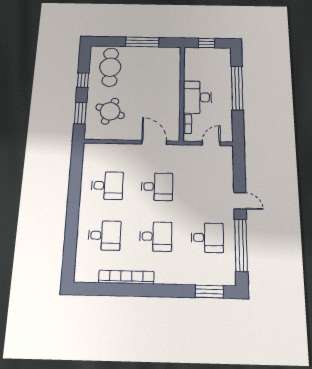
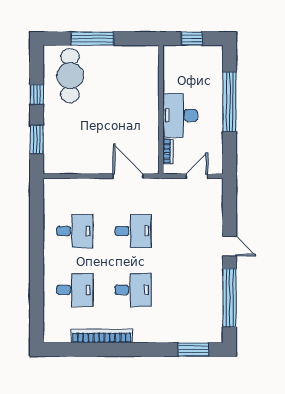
window: (142, 42) -> (92, 39), moved
round table: (110, 111) -> (73, 136), removed
desk: (207, 238) -> (191, 290), removed

